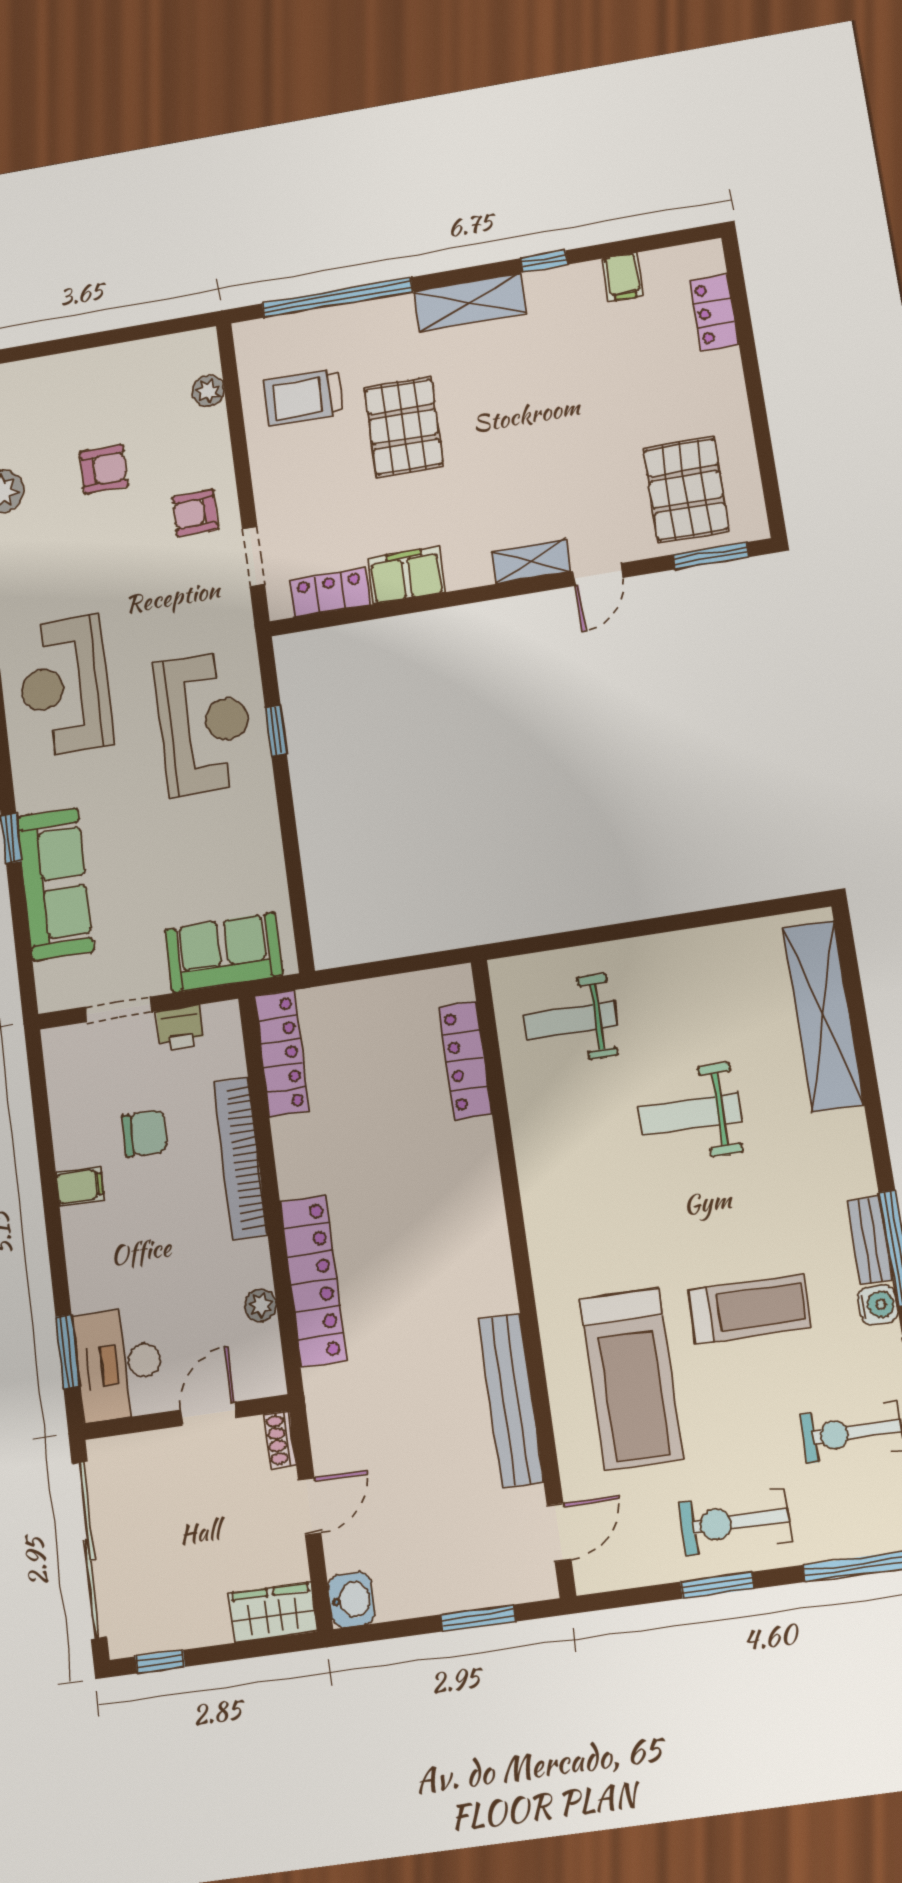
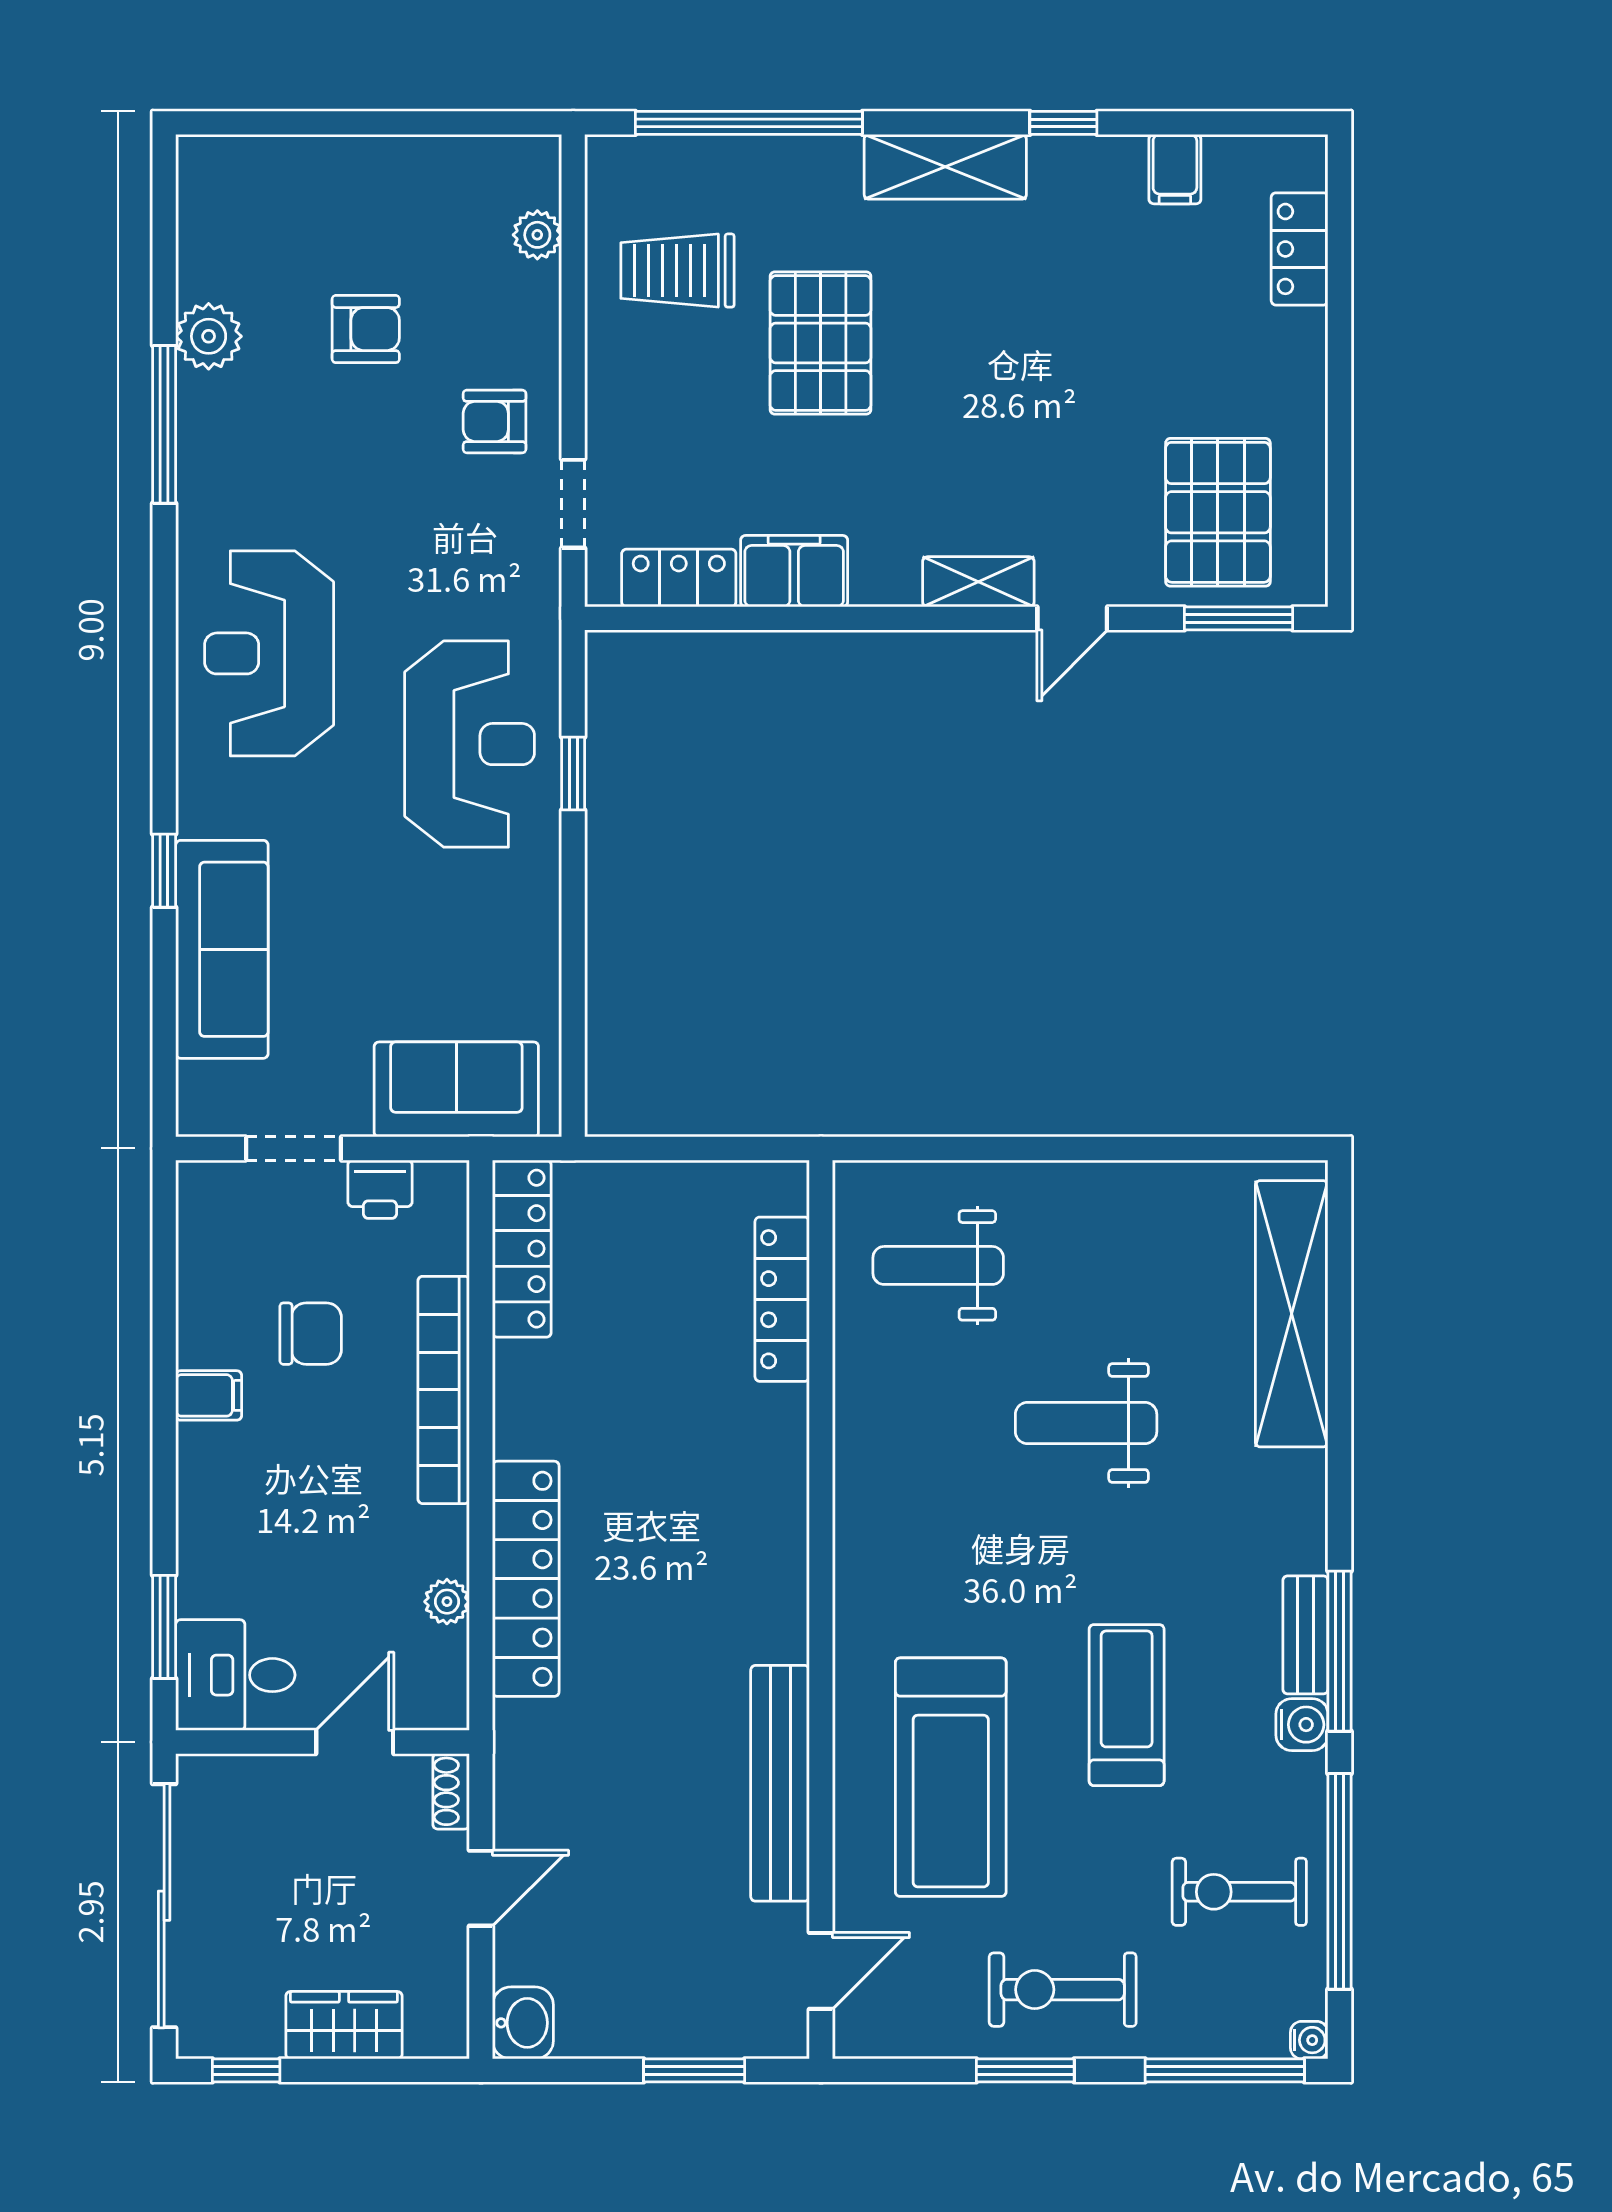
treadmill: (750, 1309) -> (1127, 1705), turned -90
desk: (119, 1364) -> (235, 1675), width x0.73
wardrobe: (273, 1612) -> (344, 2025), moved

